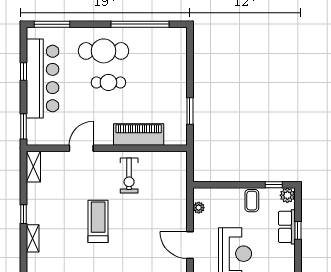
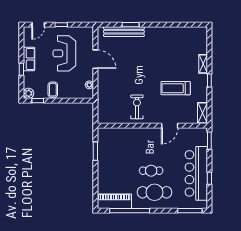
piano: (139, 134) -> (114, 201), moved, turned 180
treadmill: (98, 221) -> (176, 88), moved, turned 90
row of seats: (287, 227) -> (29, 59), moved

